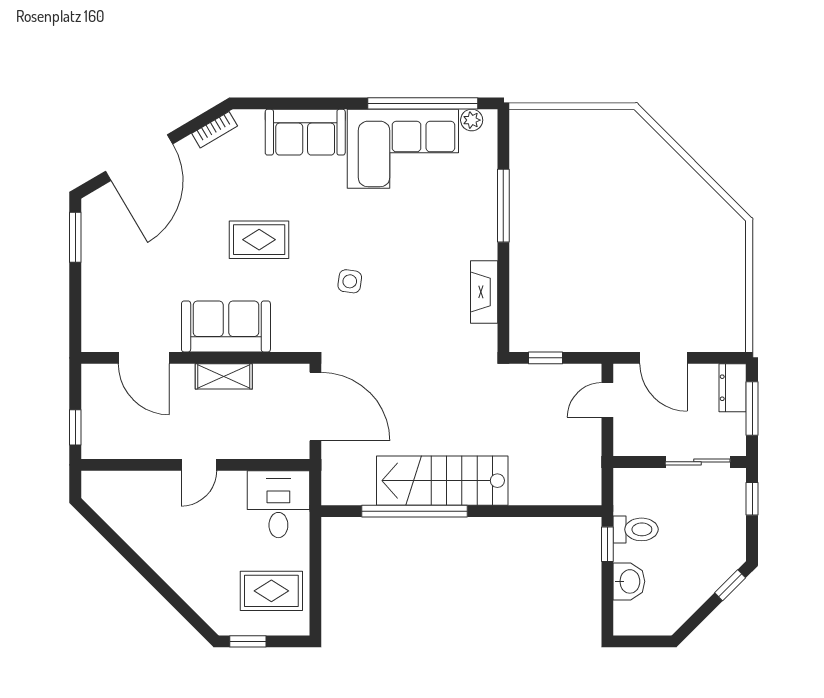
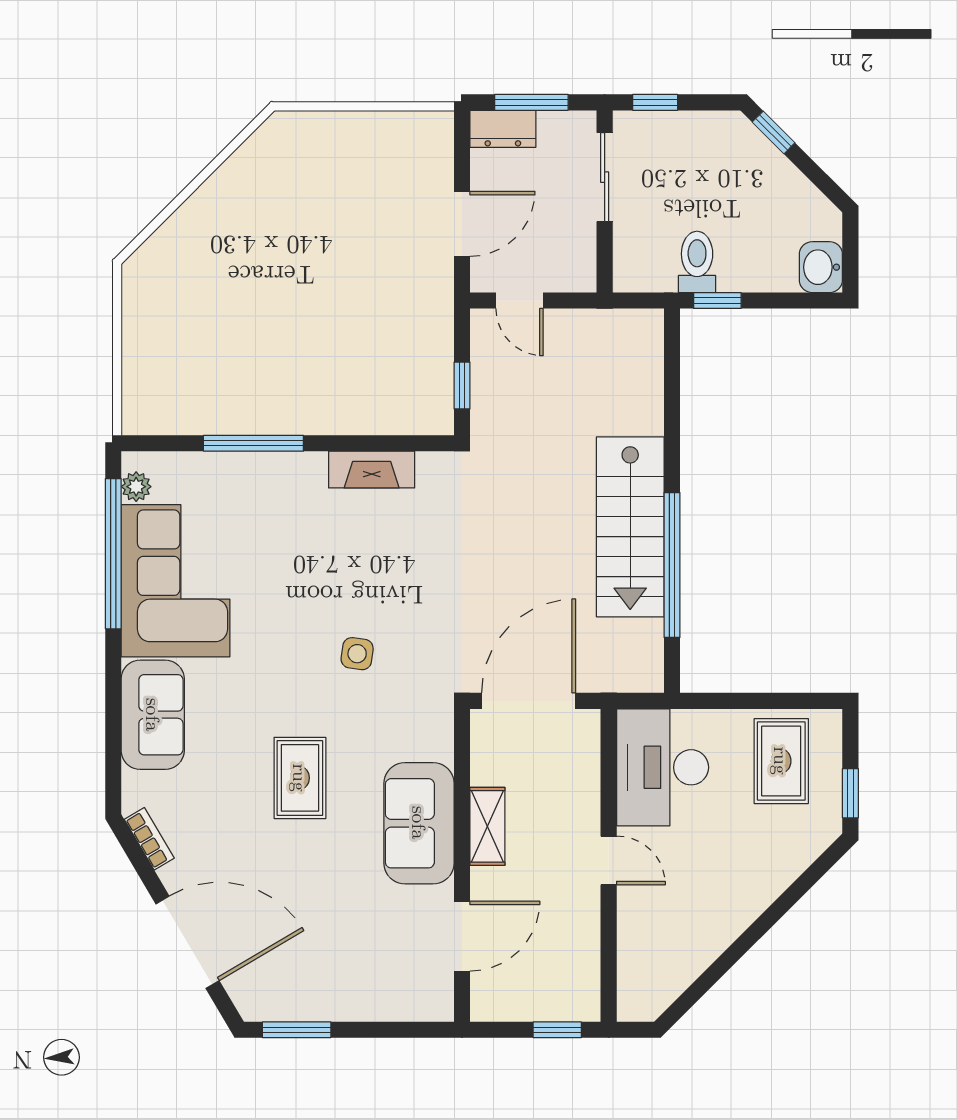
desk: (278, 504) -> (663, 767), width x1.37
washbasin: (629, 581) -> (821, 267), moved, turned -90

